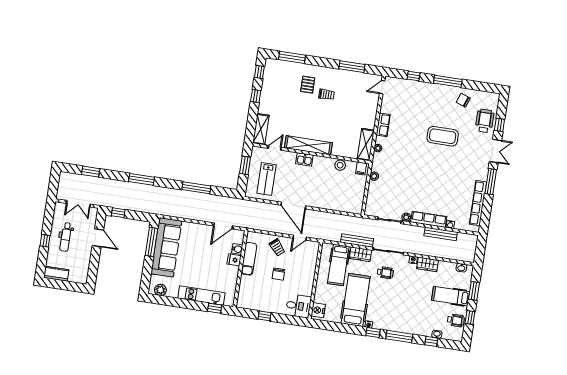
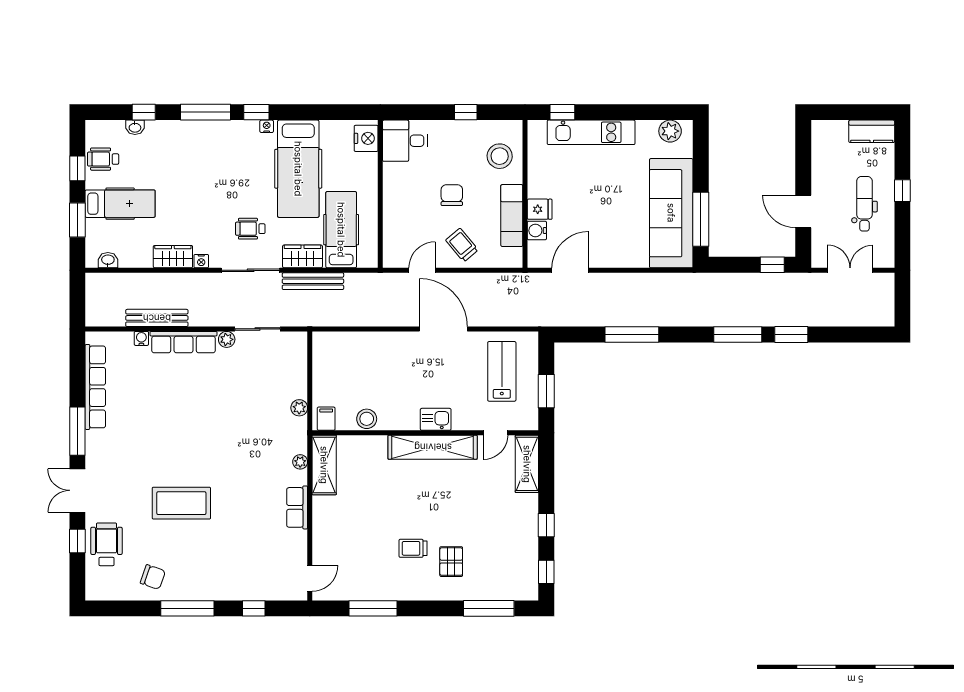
wheelchair: (485, 121) -> (107, 544), turned 180
window: (91, 172) -> (791, 334), moved
stool: (251, 290) -> (500, 156), added

